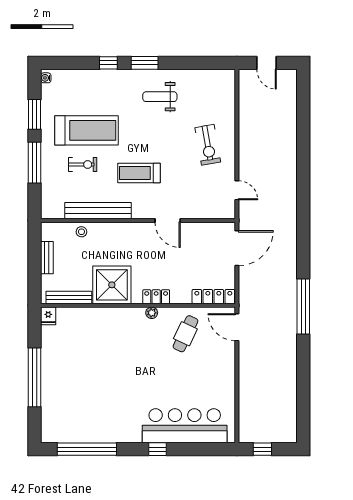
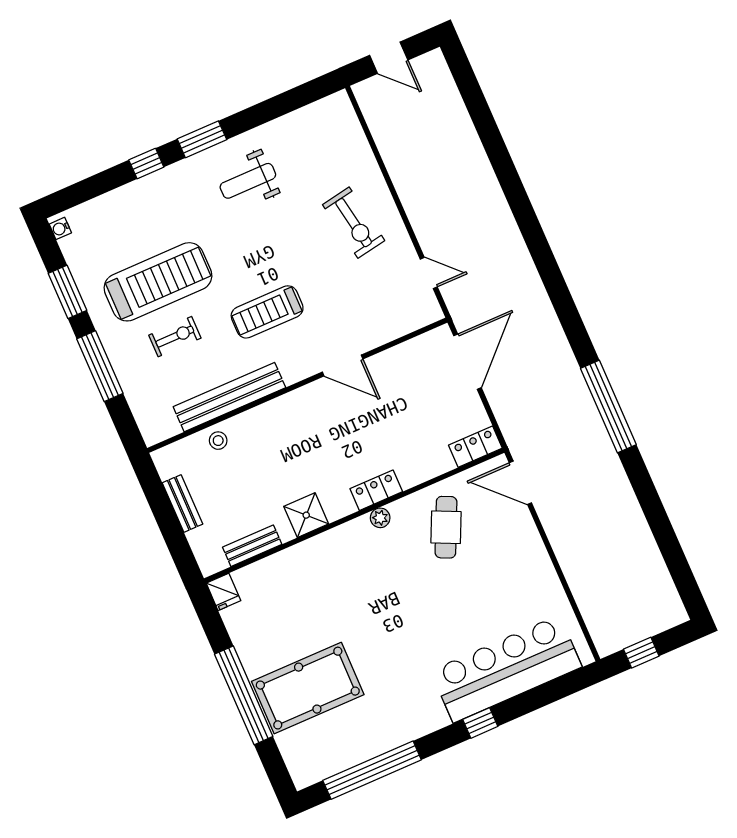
shower: (112, 285) -> (306, 515), width x0.54, depth x0.54
locker: (213, 297) -> (475, 447), width x0.66
bench: (69, 298) -> (252, 546), width x0.73
pool table: (71, 389) -> (308, 688), added

